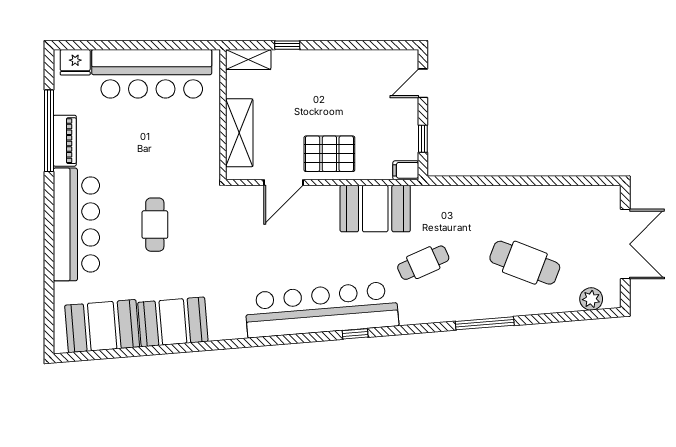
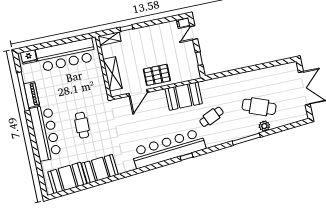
filing cabinet: (406, 170) -> (183, 23), moved
plant: (591, 299) -> (264, 126), moved

